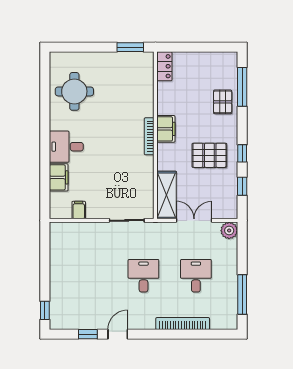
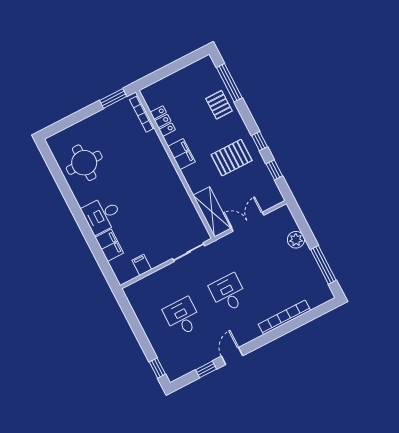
locker: (164, 66) -> (163, 121), moved
bookcase: (149, 136) -> (142, 114), moved
plant: (229, 231) -> (296, 240), moved
desk: (196, 276) -> (182, 317), moved

